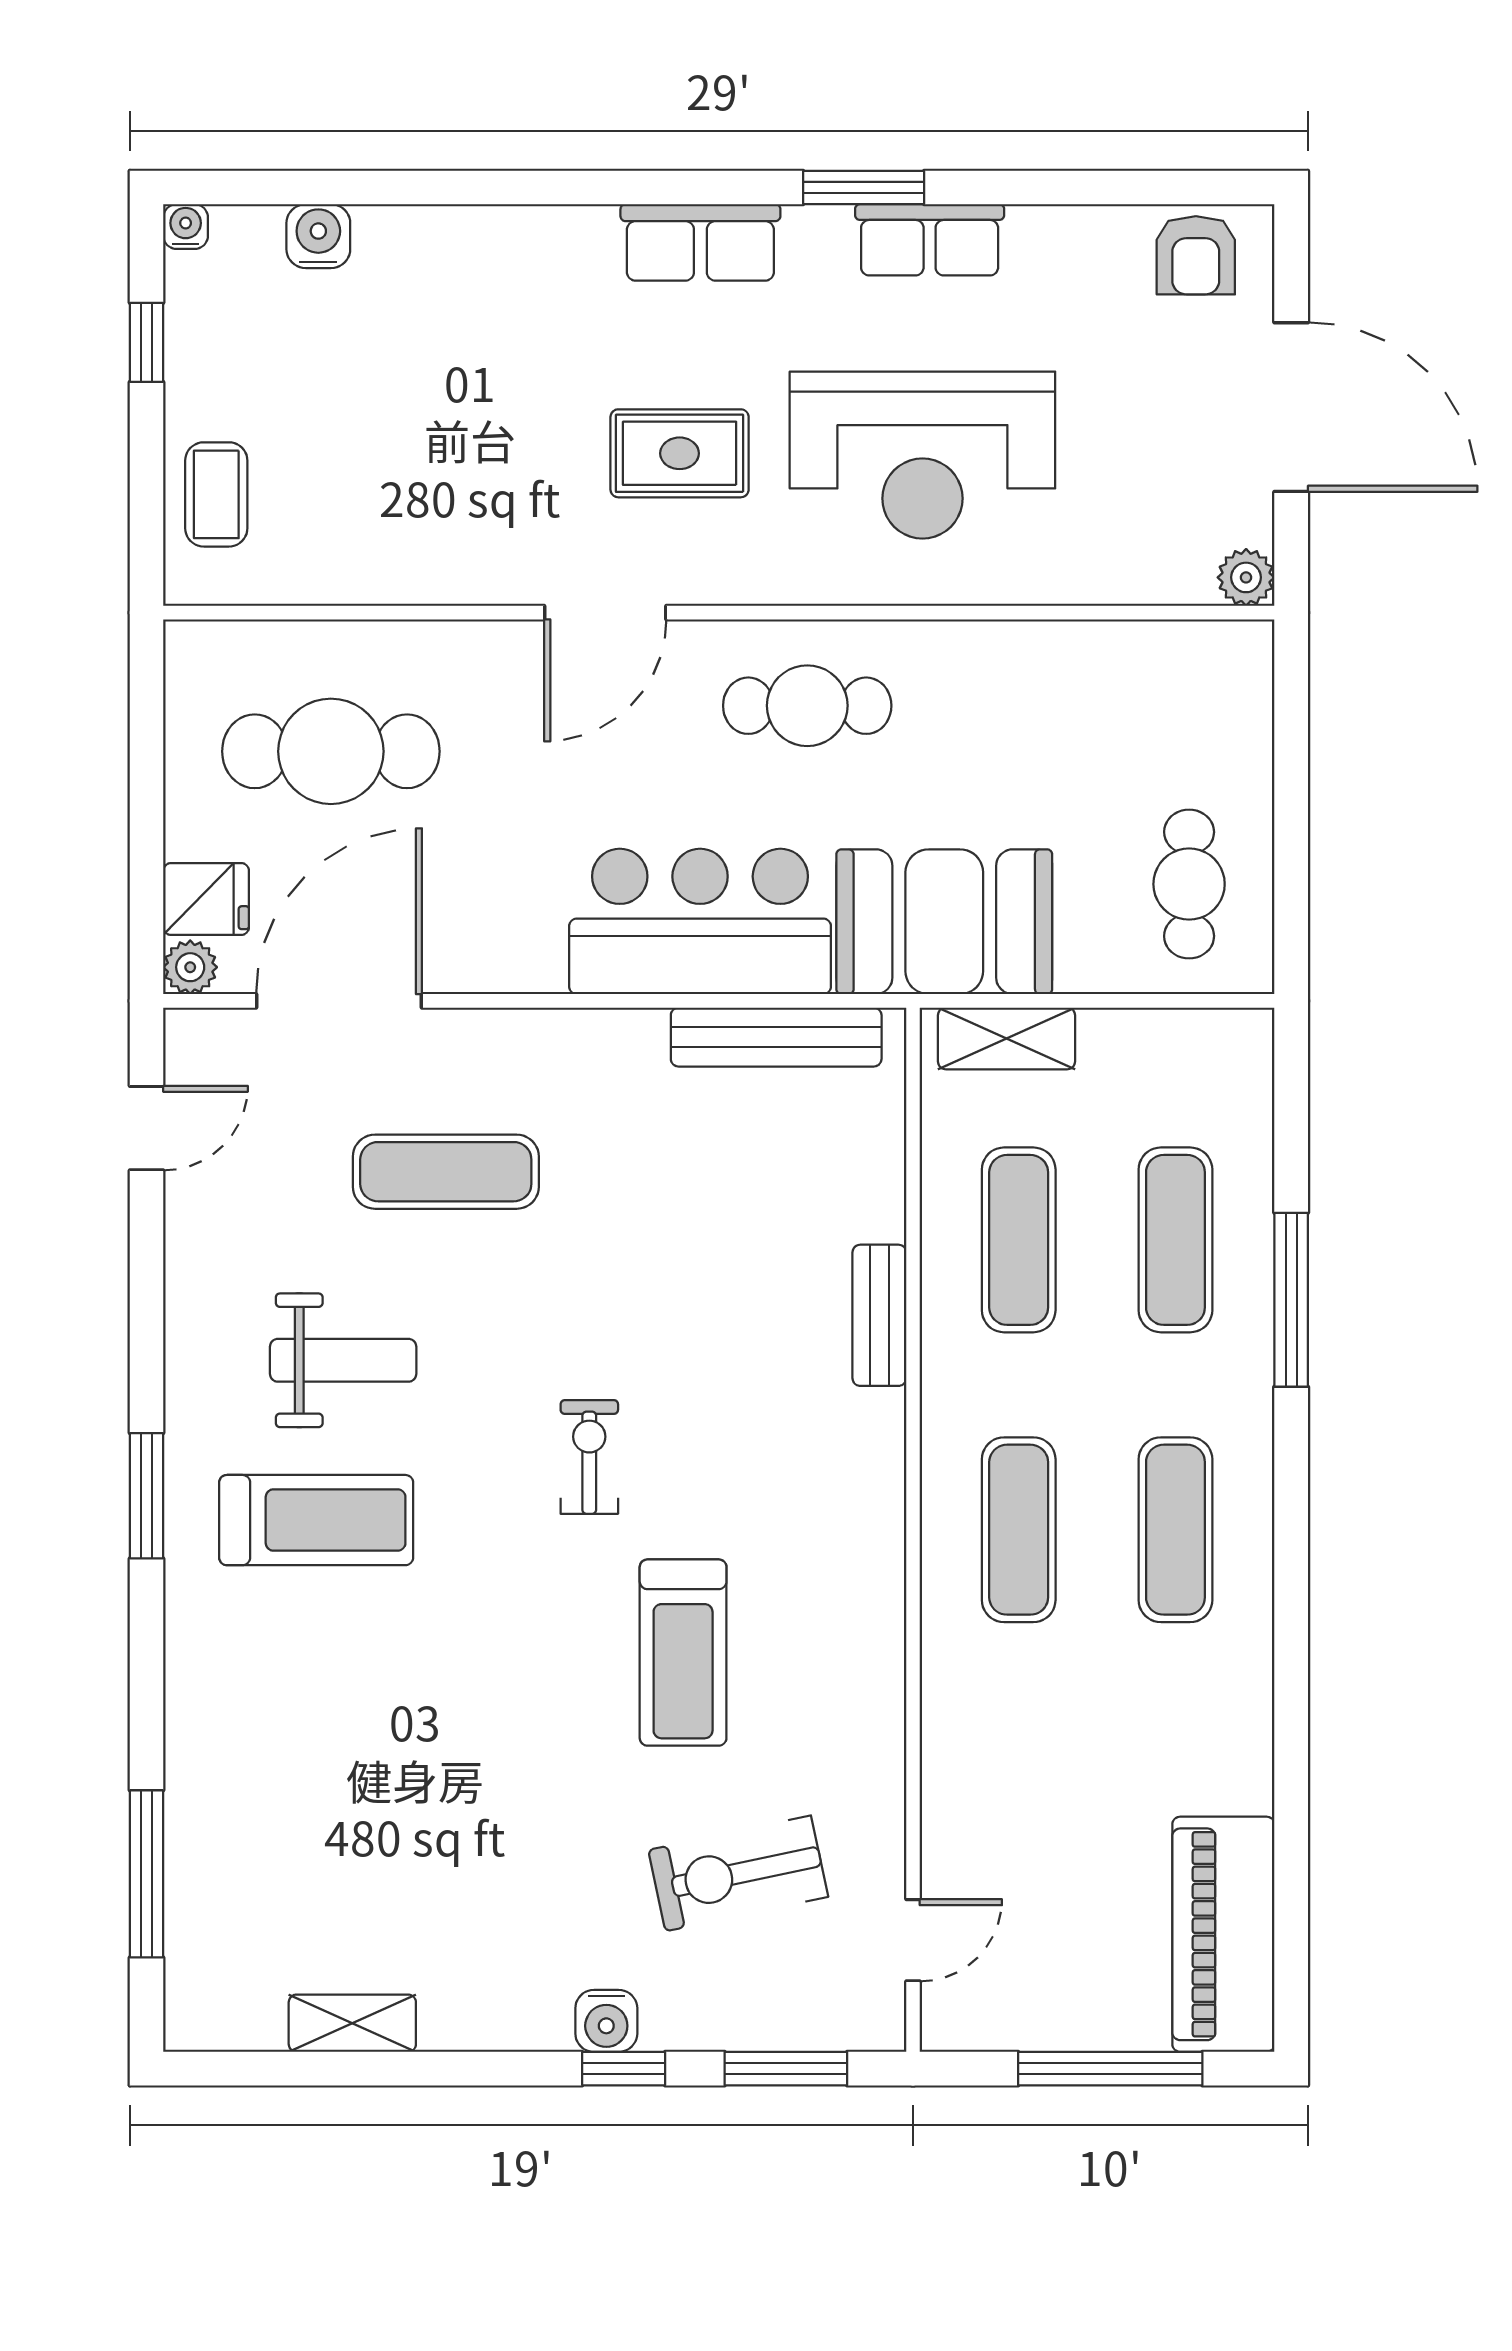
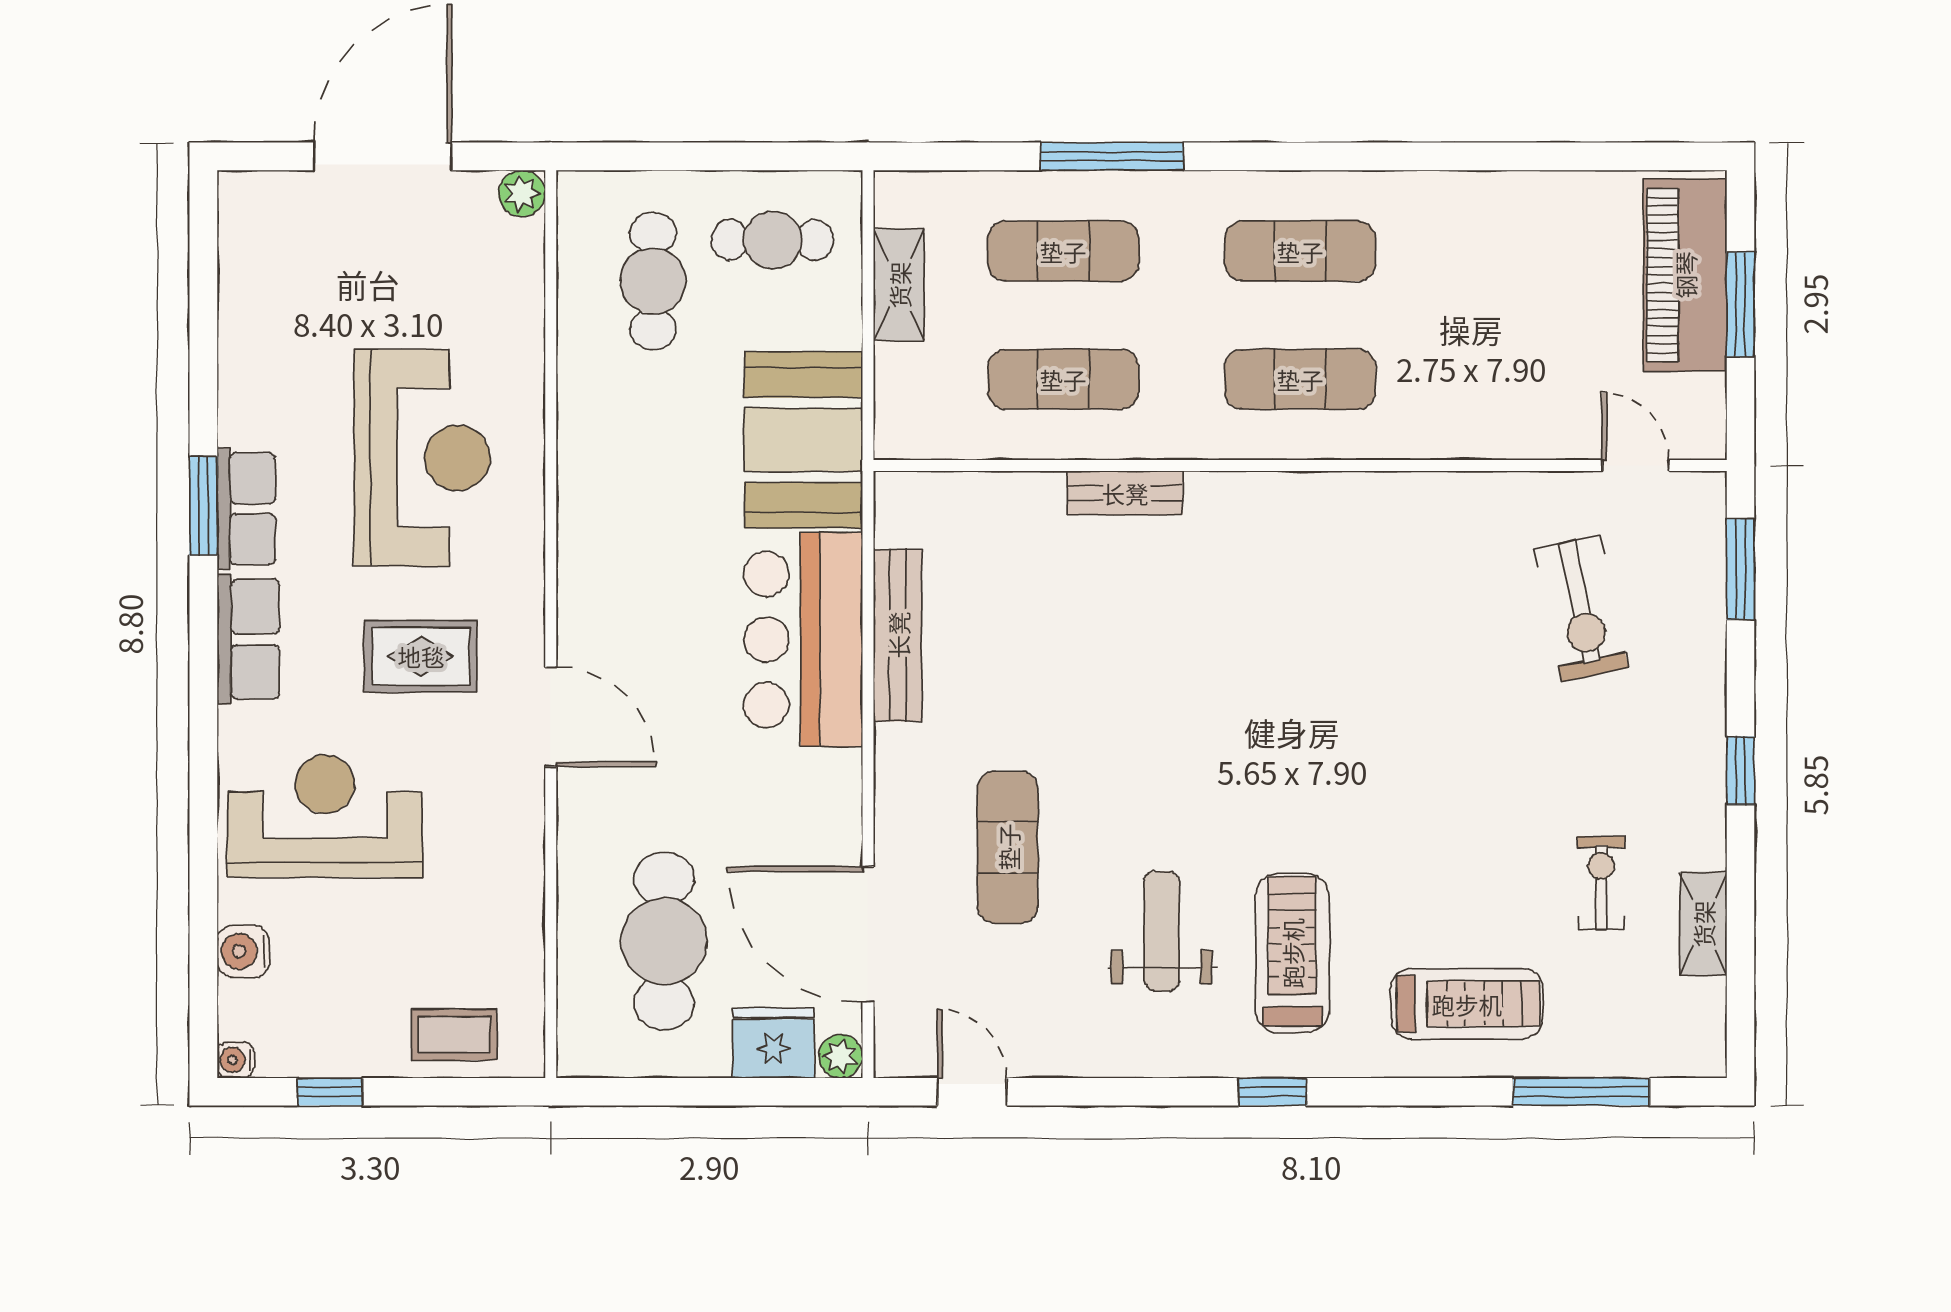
row of seats: (930, 240) -> (246, 509), moved
armchair: (1196, 255) -> (259, 234), removed
reception desk: (484, 336) -> (325, 816), added
rug: (680, 453) -> (421, 656), turned 90
cafe table: (807, 706) -> (653, 281), moved
fridge: (206, 899) -> (773, 1043), width x1.38
bench: (776, 1037) -> (898, 635), moved
shelving: (1007, 1038) -> (899, 285), moved
exercise bike: (589, 1457) -> (1601, 883), moved, turned 90
window: (147, 1496) -> (1272, 1092), width x0.67
treadmill: (683, 1653) -> (1467, 1004), moved
piano: (1223, 1934) -> (1685, 275), moved, turned 90
water cooler: (606, 2021) -> (1701, 716), removed
window: (624, 2069) -> (1740, 770), moved
window: (1110, 2069) -> (1740, 304), width x0.69

